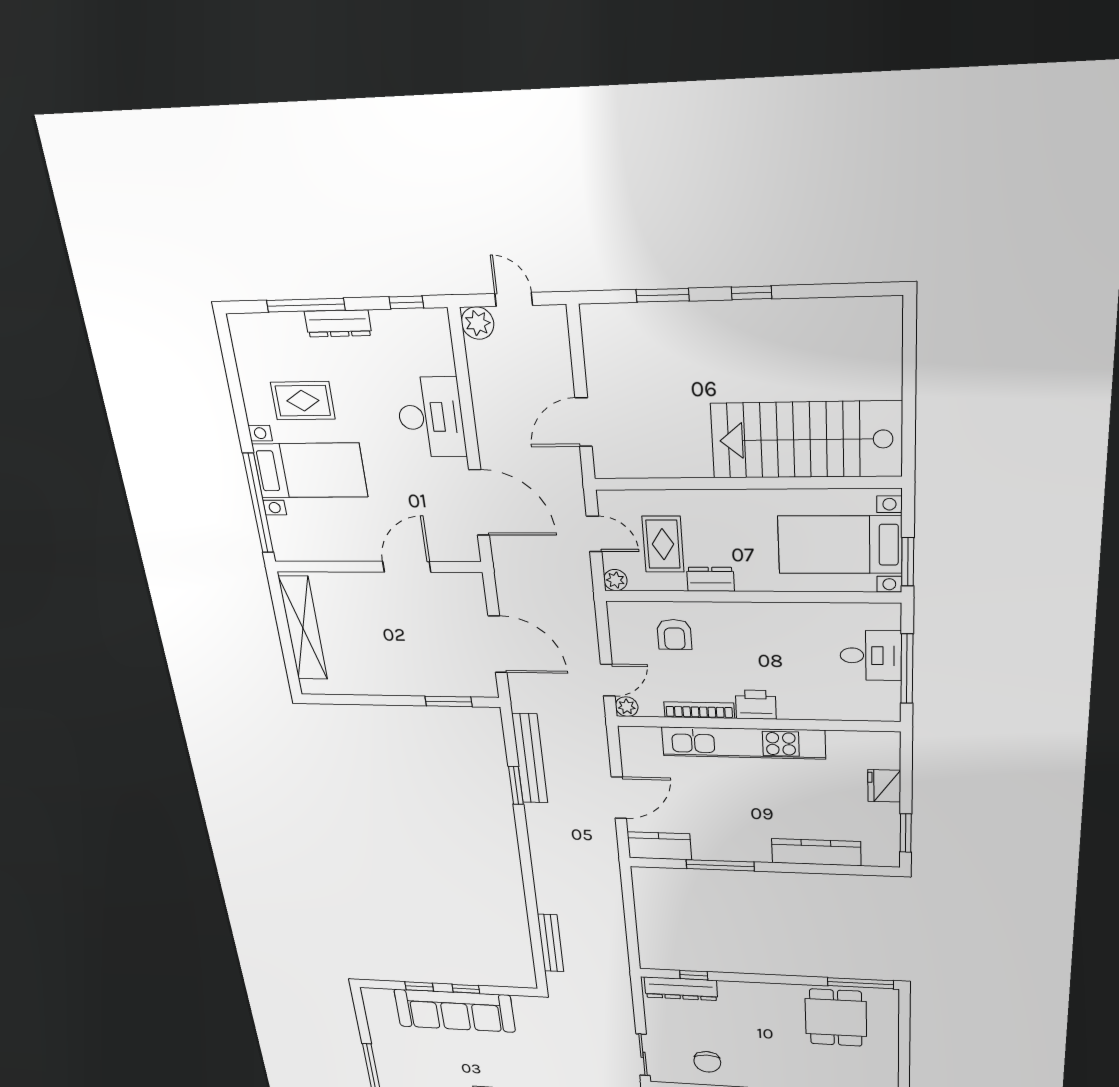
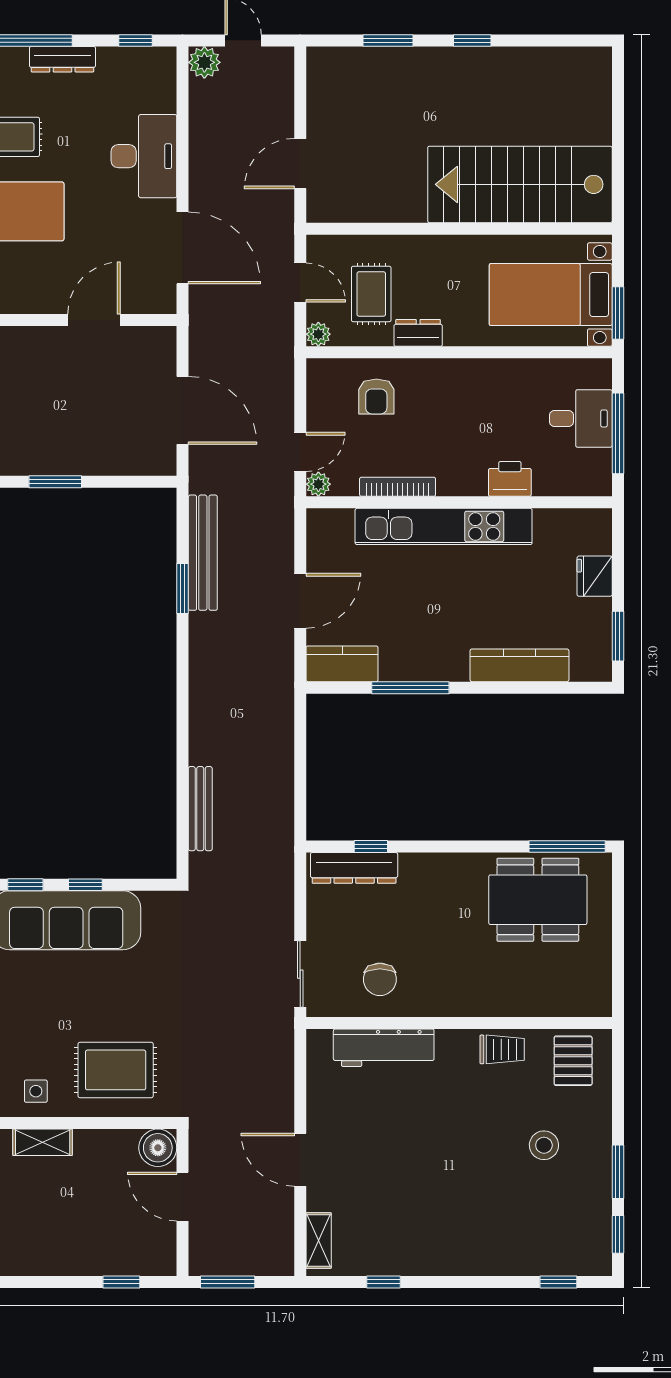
window: (449, 701) -> (55, 482), moved
printer: (756, 705) -> (510, 479), moved
dining table: (836, 1018) -> (538, 900), width x1.38

